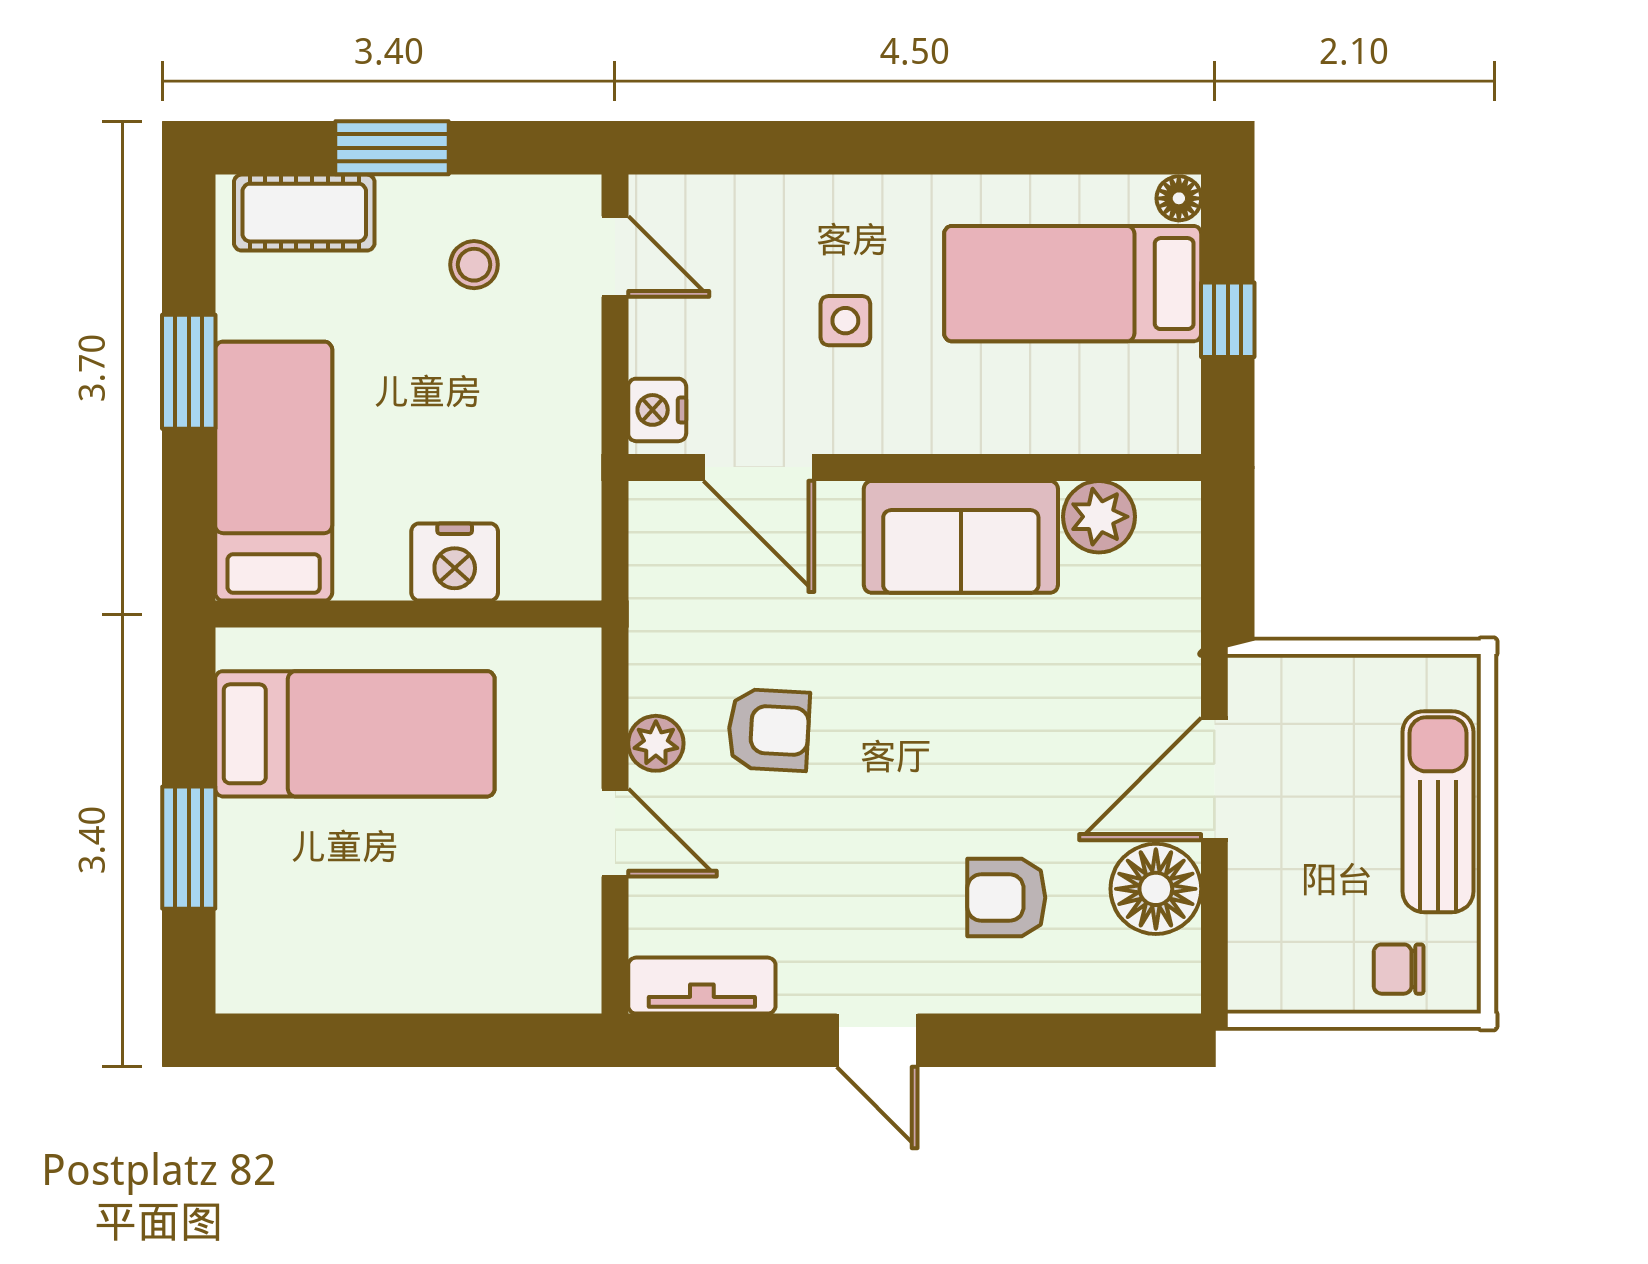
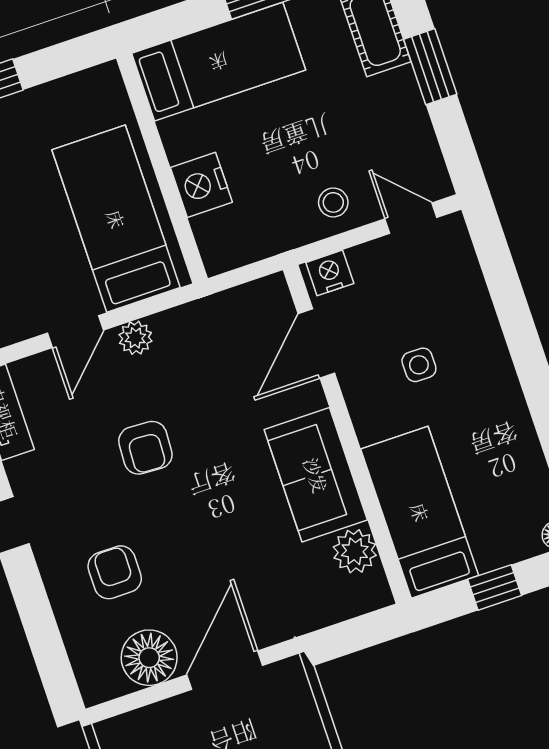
door: (615, 256) -> (411, 218), swing flipped
stool: (474, 265) -> (333, 202), moved
bed: (1073, 284) -> (420, 512), moved
armchair: (769, 730) -> (145, 448), moved
bed: (355, 734) -> (116, 219), moved, turned 180
door: (1214, 779) -> (225, 670), hinge flipped

